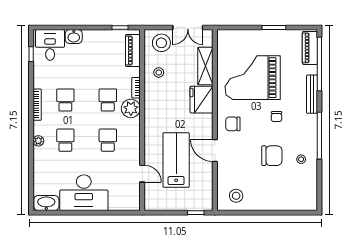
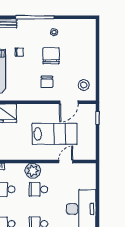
plant: (131, 108) -> (33, 171), moved
chair: (233, 124) -> (47, 82), moved
door: (215, 150) -> (69, 102), moved
lab bench: (176, 160) -> (55, 134), turned 180

